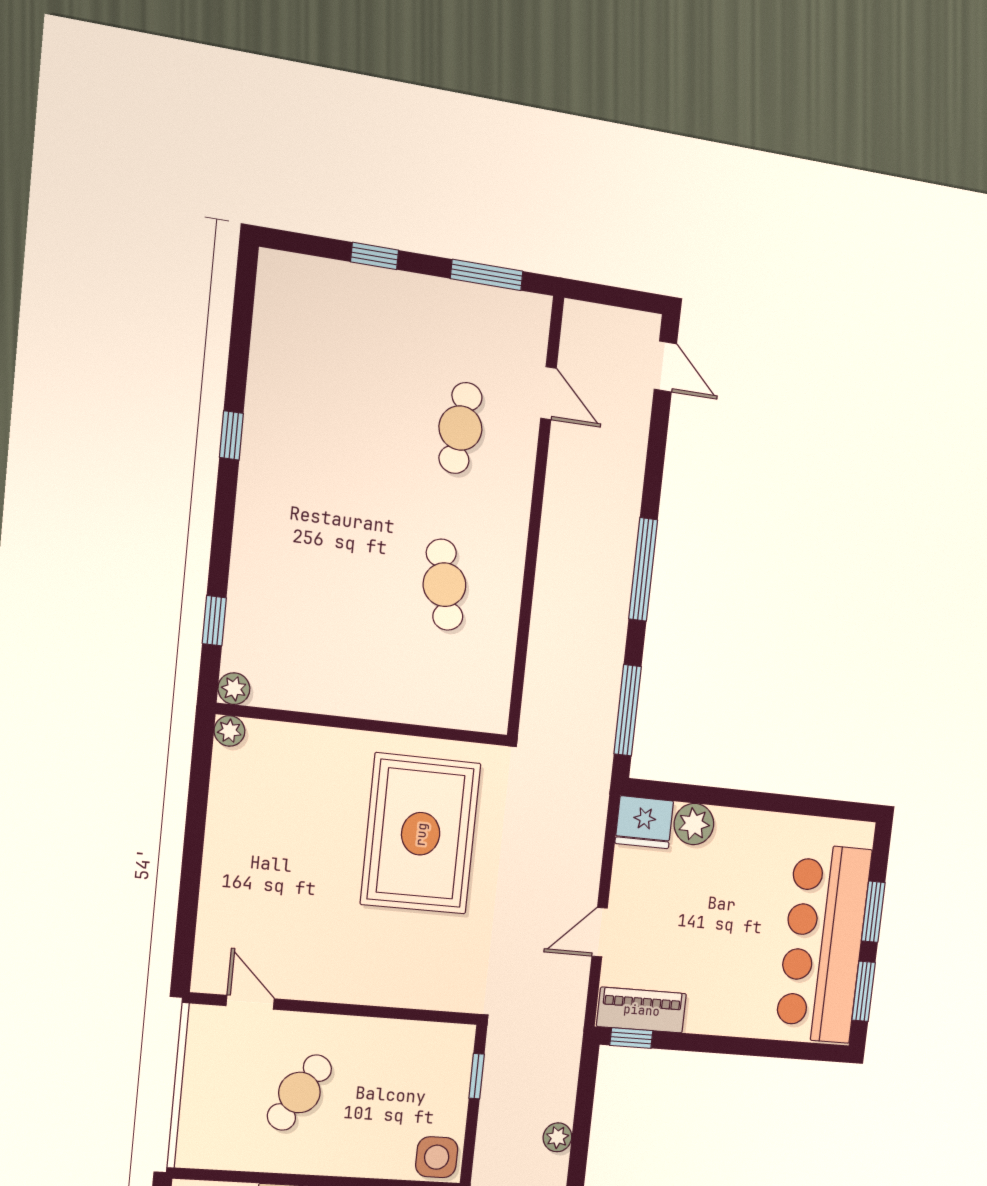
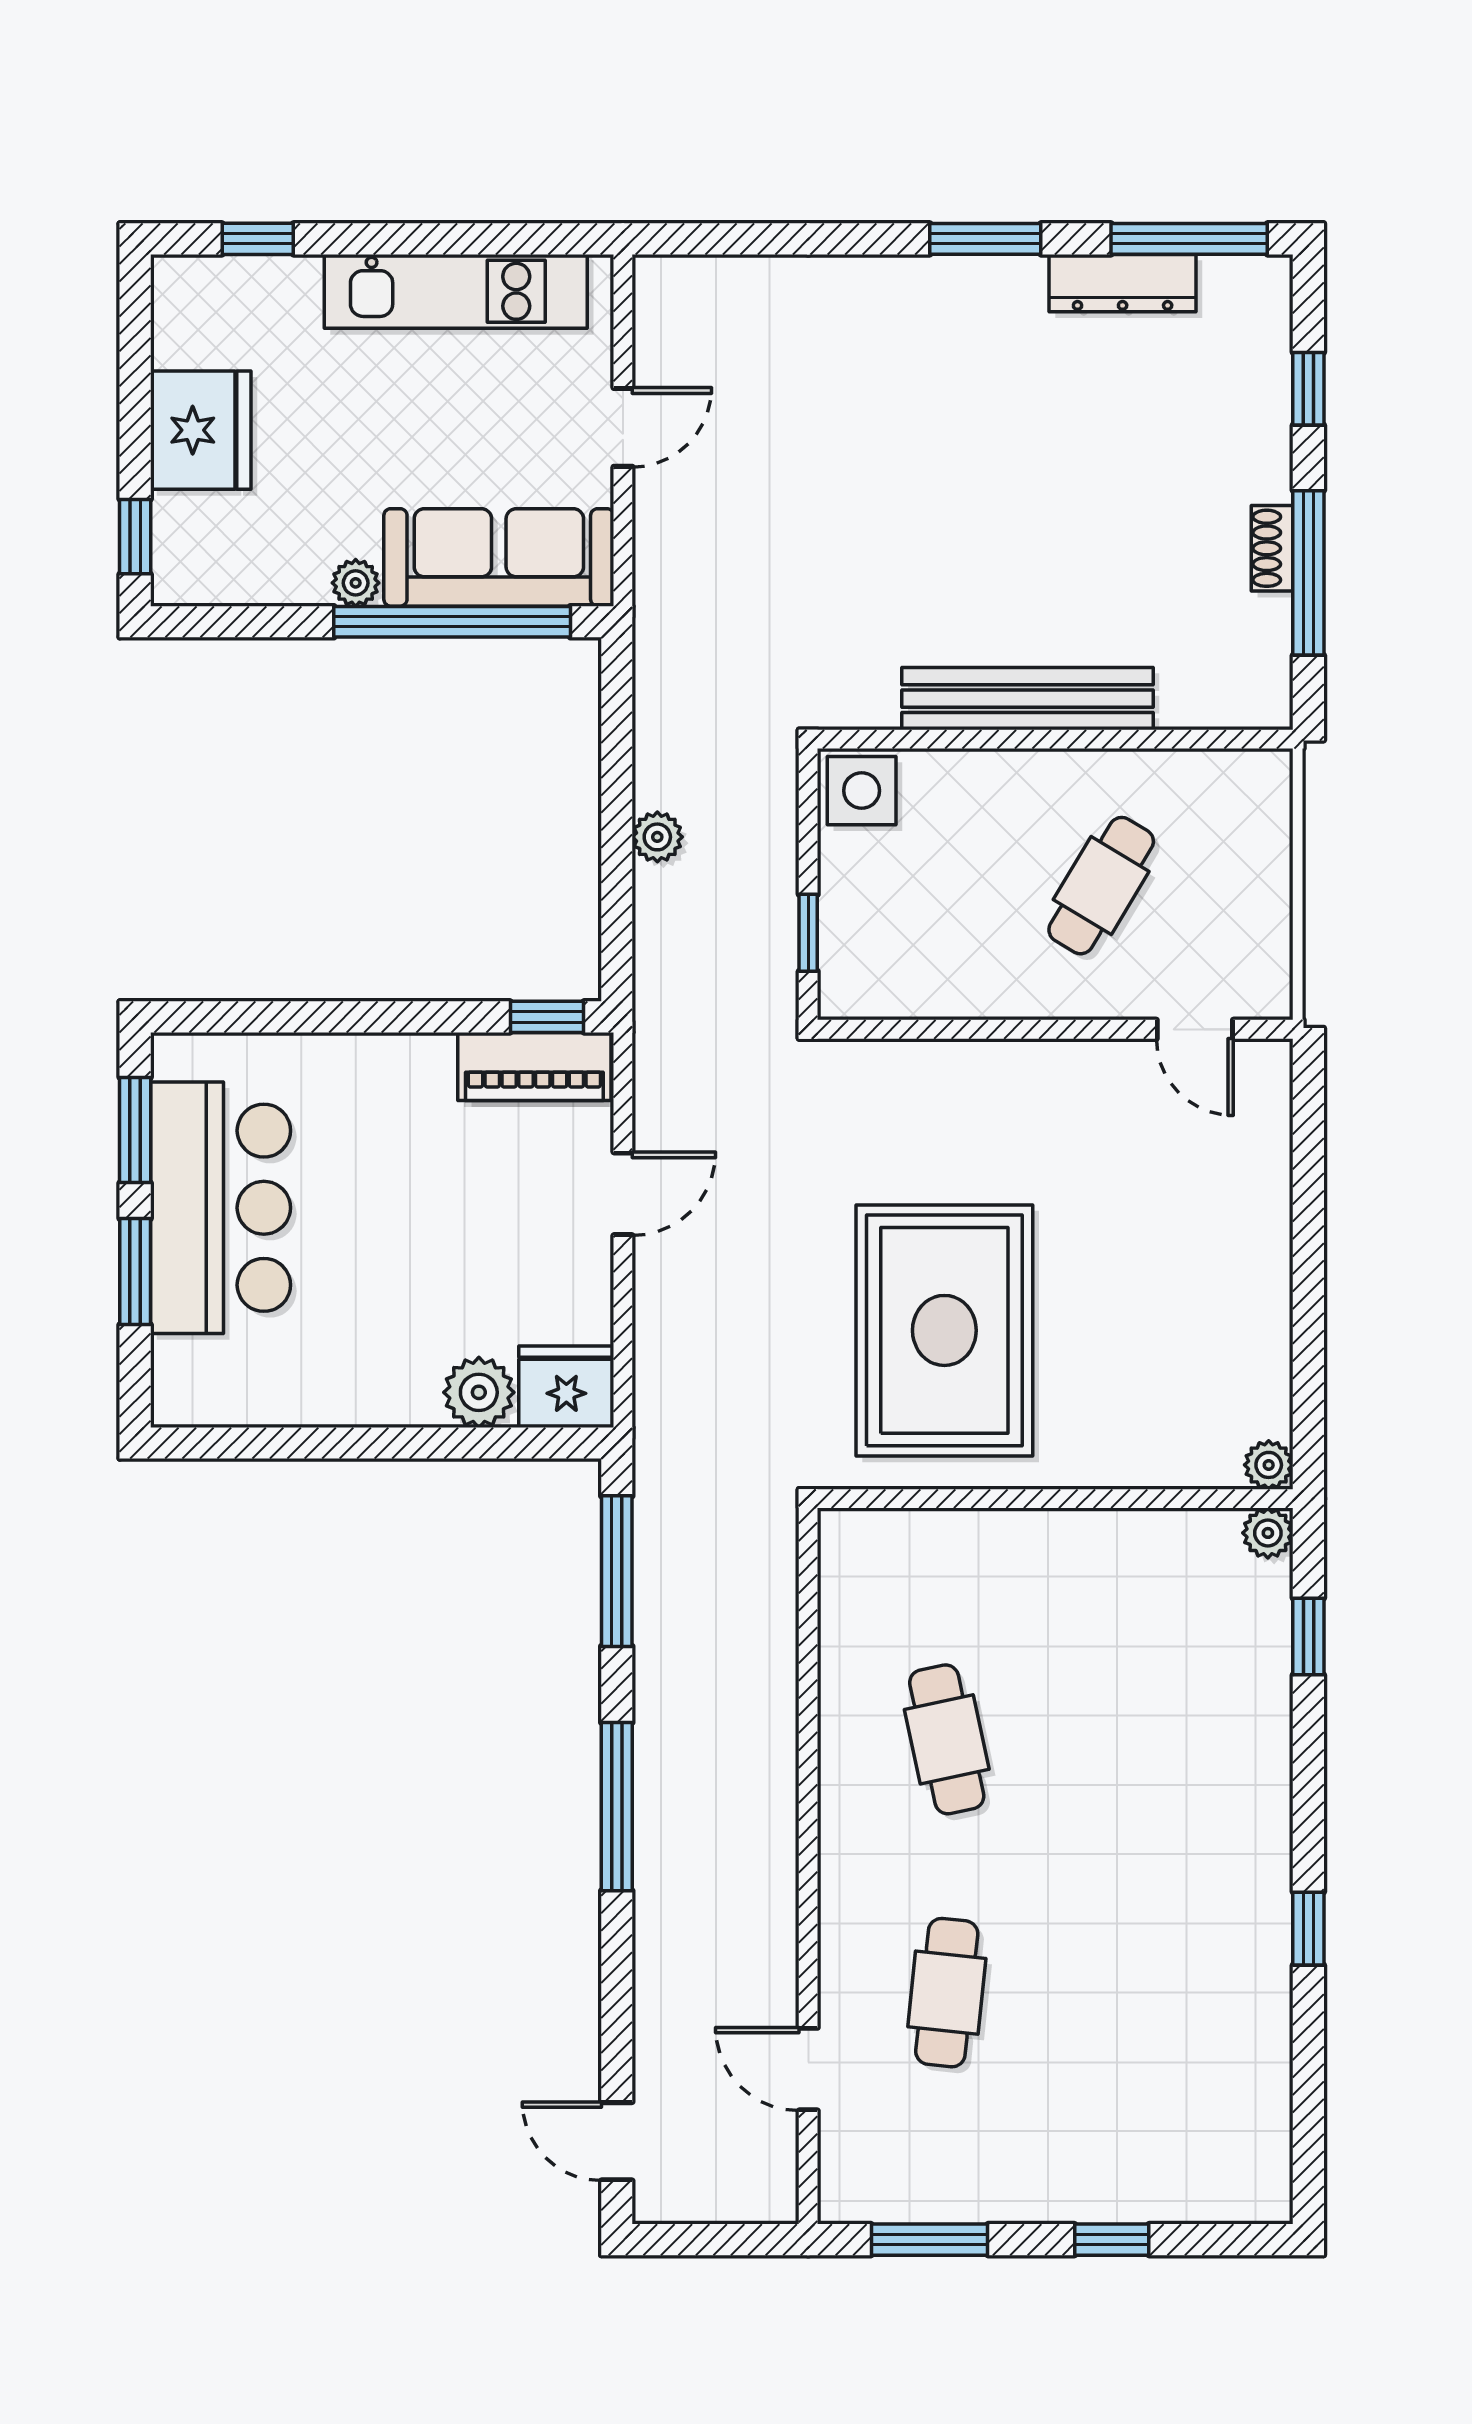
bar counter: (823, 944) -> (220, 1208), width x0.73

